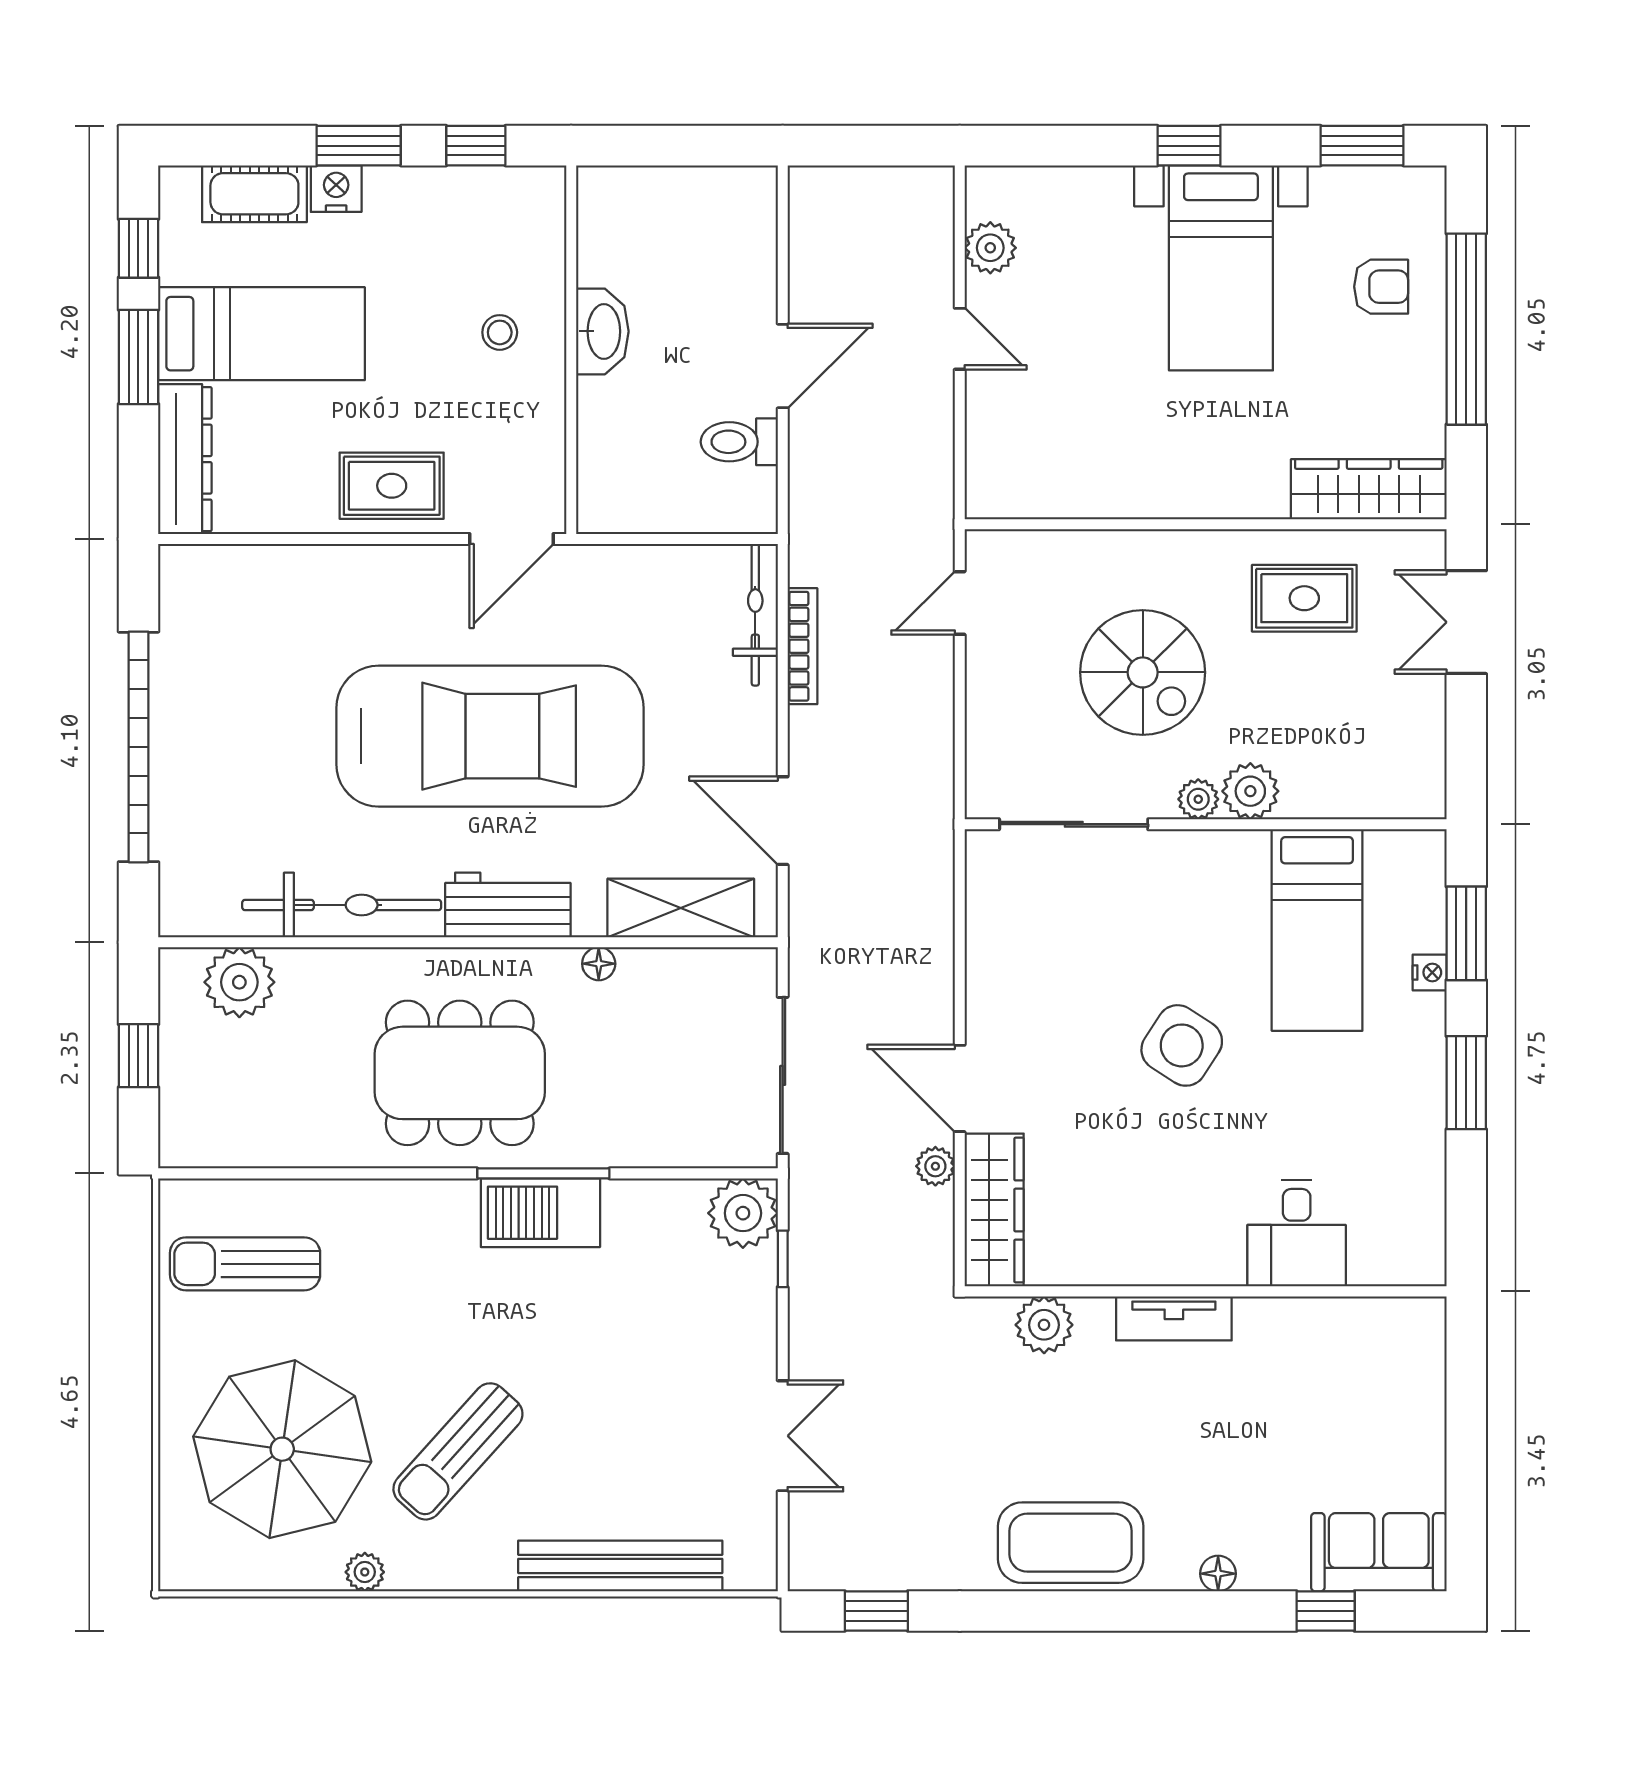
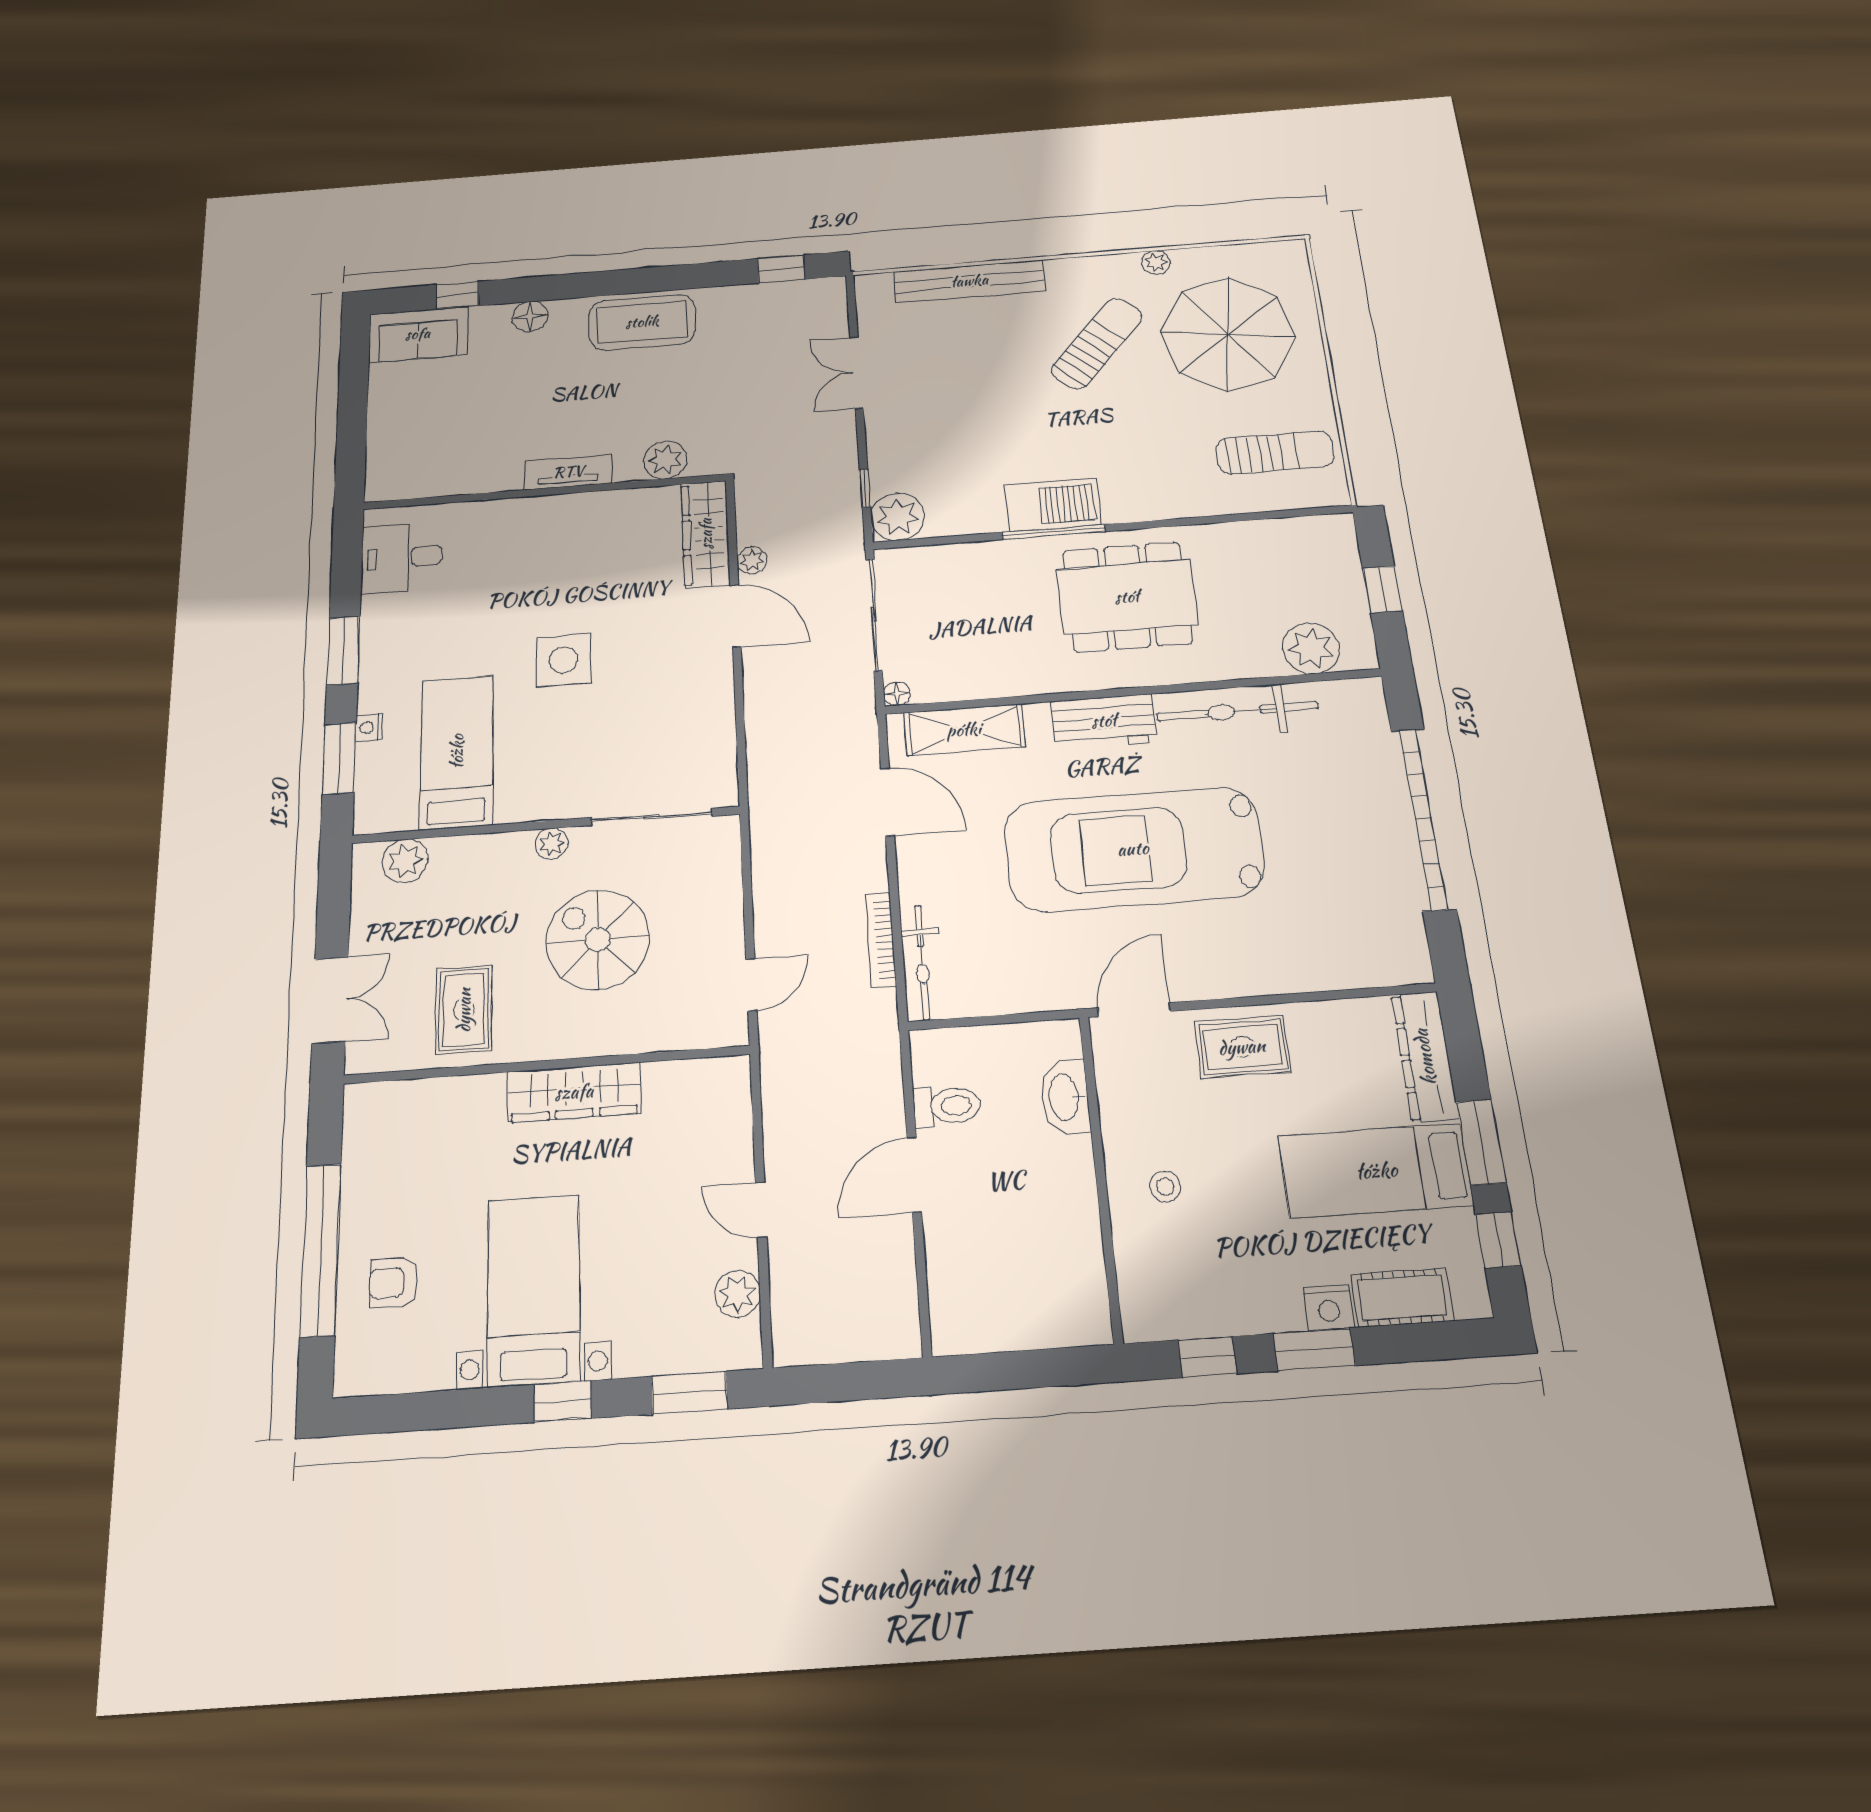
window: (1362, 146) -> (689, 1393), moved
washbasin: (602, 331) -> (1065, 1097), moved
wardrobe: (1369, 489) -> (574, 1092), moved
rug: (1304, 598) -> (464, 1010), turned 90
plant: (1250, 791) -> (405, 861), moved
floor lamp: (599, 964) -> (897, 694), moved
side table: (1182, 1045) -> (564, 660), turned -33
desk: (1297, 1233) -> (402, 558), moved, turned -90
floor lamp: (1218, 1574) -> (530, 316), width x1.37, depth x1.37

